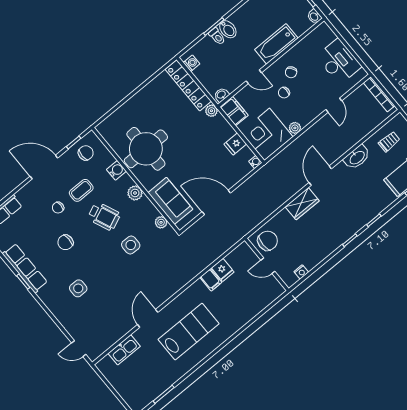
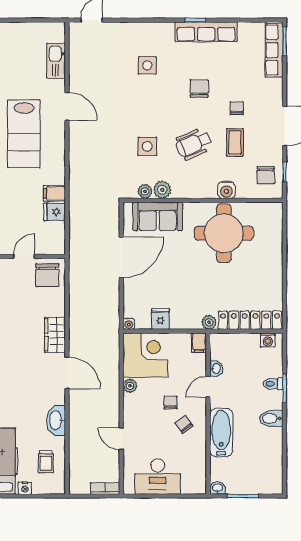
bidet: (228, 29) -> (271, 418), moved
bookcase: (379, 94) -> (105, 488), width x0.64
washbasin: (221, 95) -> (216, 369), moved
filing cabinet: (234, 111) -> (199, 343), width x0.50
plant: (135, 193) -> (162, 190), moved

